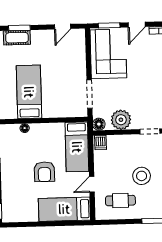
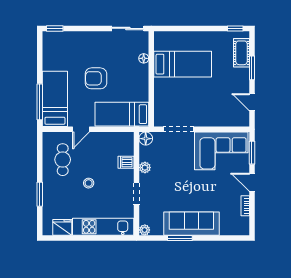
window: (19, 28) -> (252, 68), moved
plant: (121, 120) -> (145, 168), width x0.53, depth x0.53
dishwasher: (100, 142) -> (126, 162), moved
stool: (142, 176) -> (89, 183), width x0.53, depth x0.53
door: (92, 184) -> (81, 129), swing flipped
window: (68, 223) -> (40, 102), added

